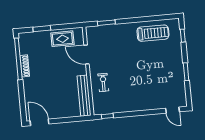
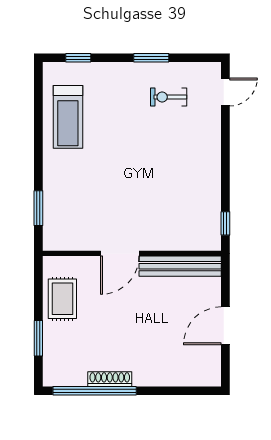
treadmill: (153, 33) -> (68, 117), turned 180
door: (87, 55) -> (120, 253), moved
exercise bike: (103, 82) -> (169, 97), moved
door: (40, 122) -> (225, 326), moved

